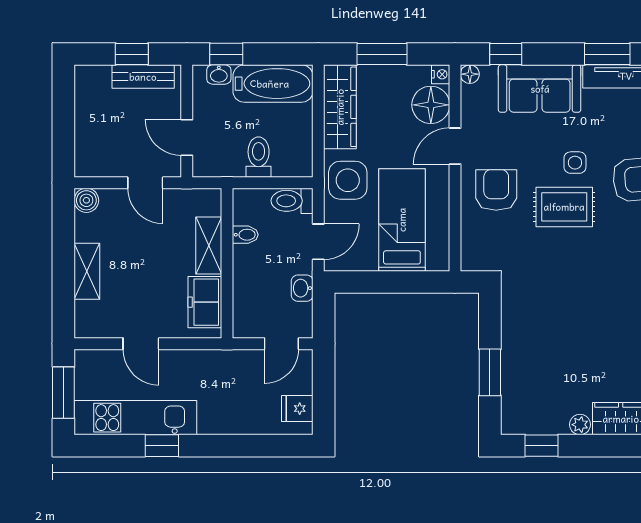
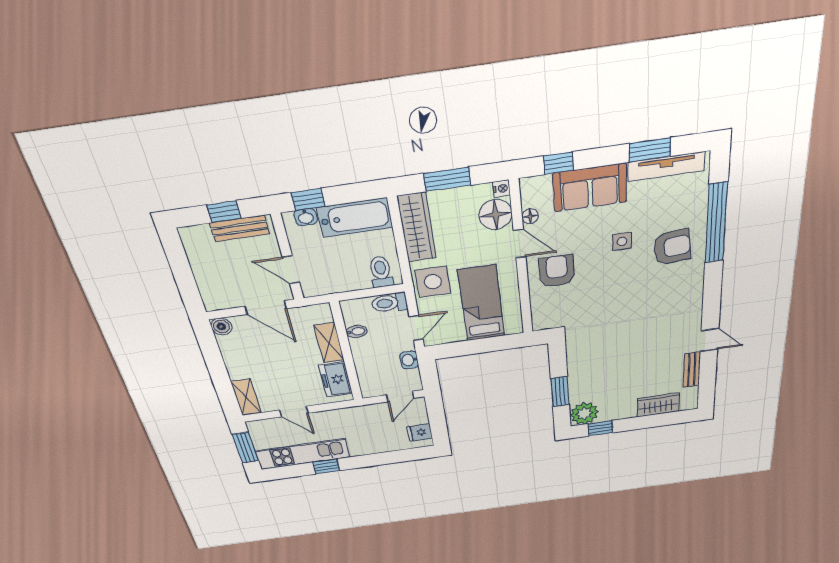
floor lamp: (470, 74) -> (530, 216), moved
door: (455, 146) -> (520, 244), swing flipped
toilet: (259, 157) -> (381, 272), moved
door: (145, 183) -> (266, 307), width x1.38
rug: (564, 207) -> (614, 275), removed
shelving: (87, 271) -> (246, 397), moved
plant: (580, 425) -> (584, 413), moved, width x1.87, depth x1.87

